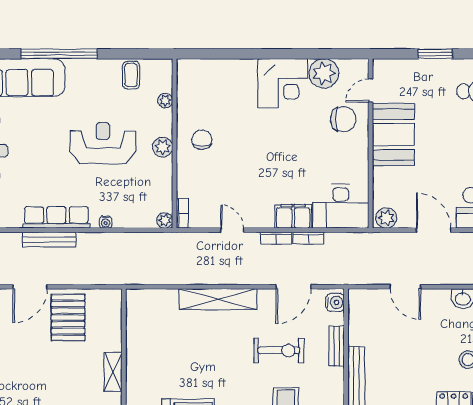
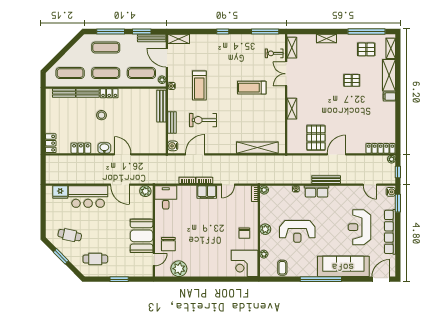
corner desk: (283, 83) -> (245, 263), moved, turned -90
chair: (343, 119) -> (168, 244), turned -90
desk: (341, 206) -> (166, 197), width x0.73
filing cabinet: (293, 216) -> (207, 192), moved
row of seats: (56, 217) -> (316, 191), width x0.68
door: (232, 230) -> (228, 185), hinge flipped
door: (405, 287) -> (123, 154), moved
shelving: (218, 299) -> (257, 148), moved

